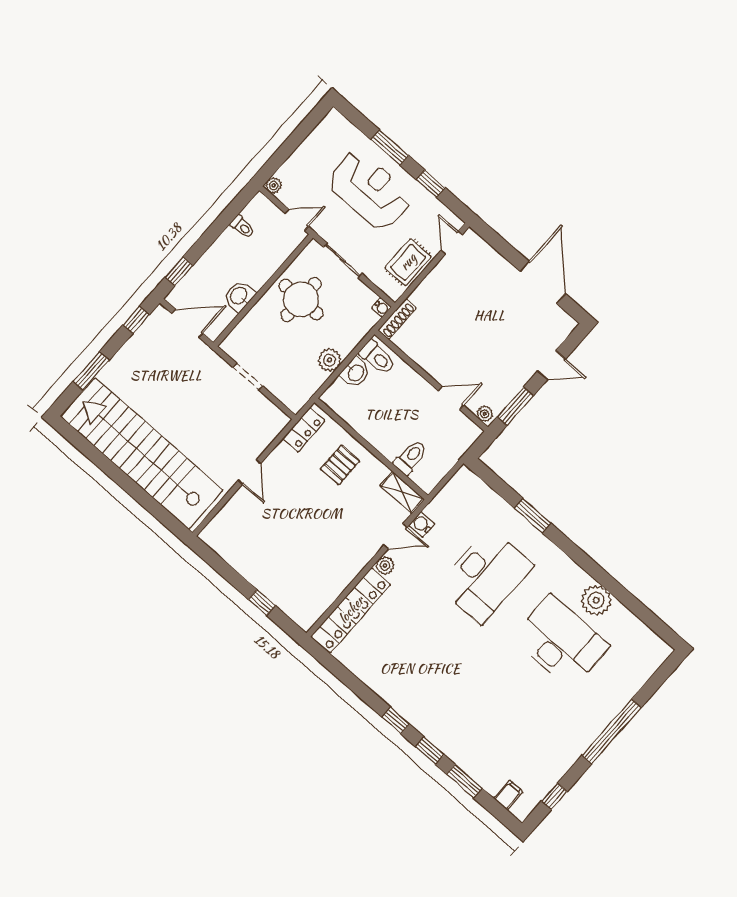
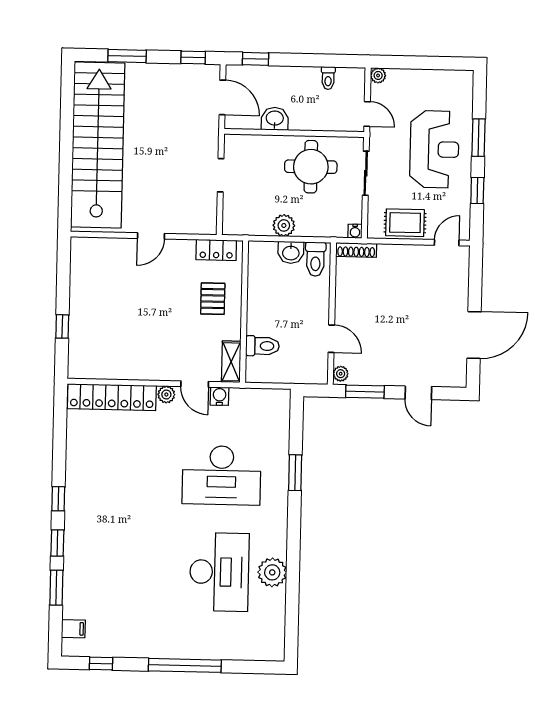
pallet: (340, 465) -> (213, 299), turned 90

